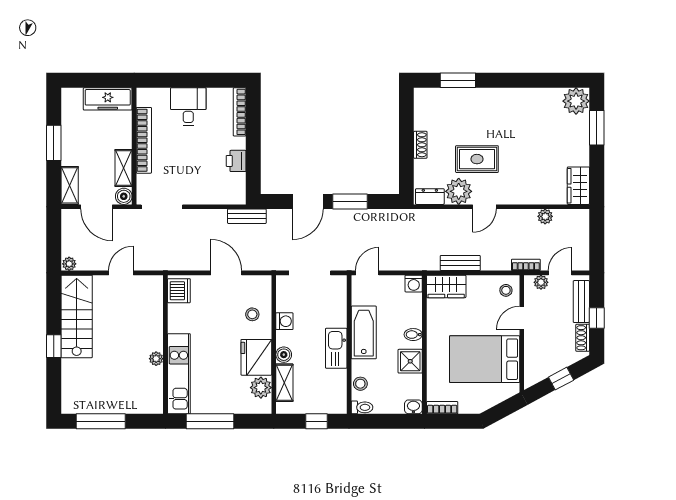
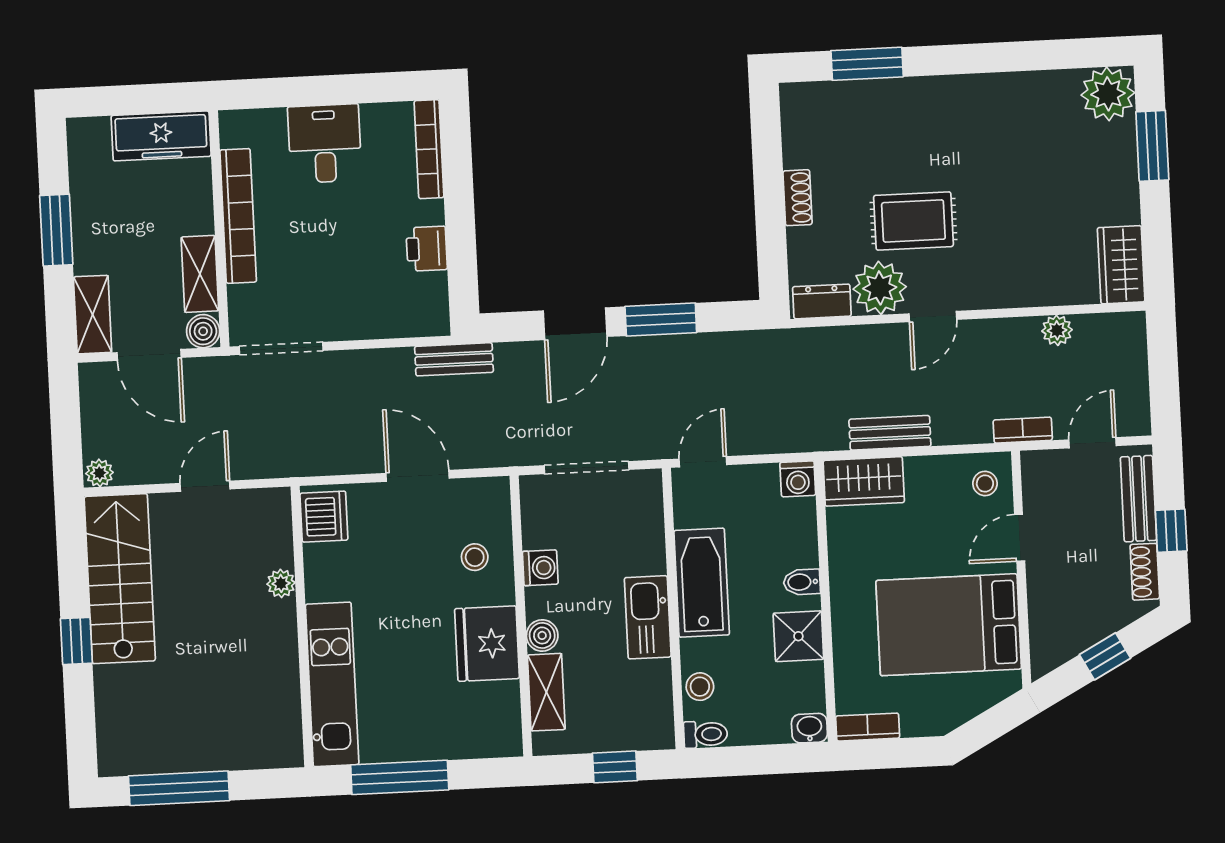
plant: (541, 282) -> (1055, 464), removed
plant: (156, 359) -> (281, 583), moved
plant: (261, 388) -> (499, 704), removed

